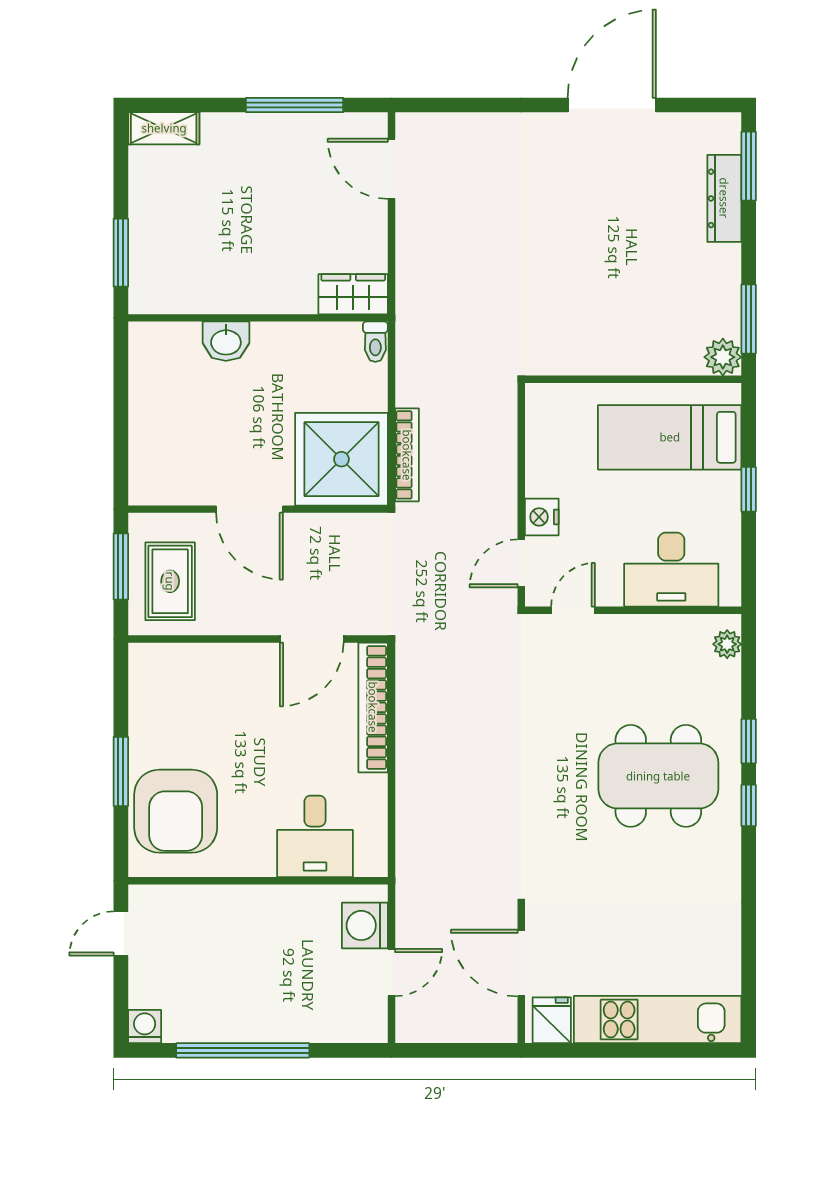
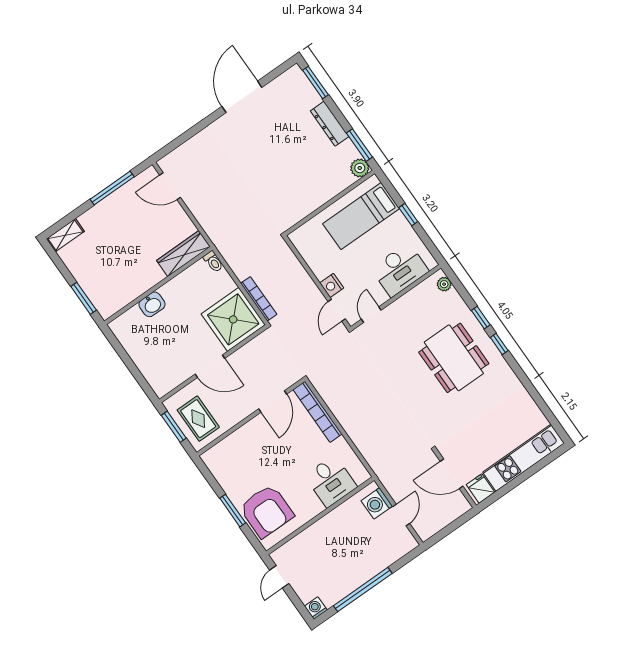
dresser: (724, 198) -> (330, 124), moved
wardrobe: (353, 294) -> (183, 254), width x1.50
dining table: (658, 776) -> (454, 358), turned 90

